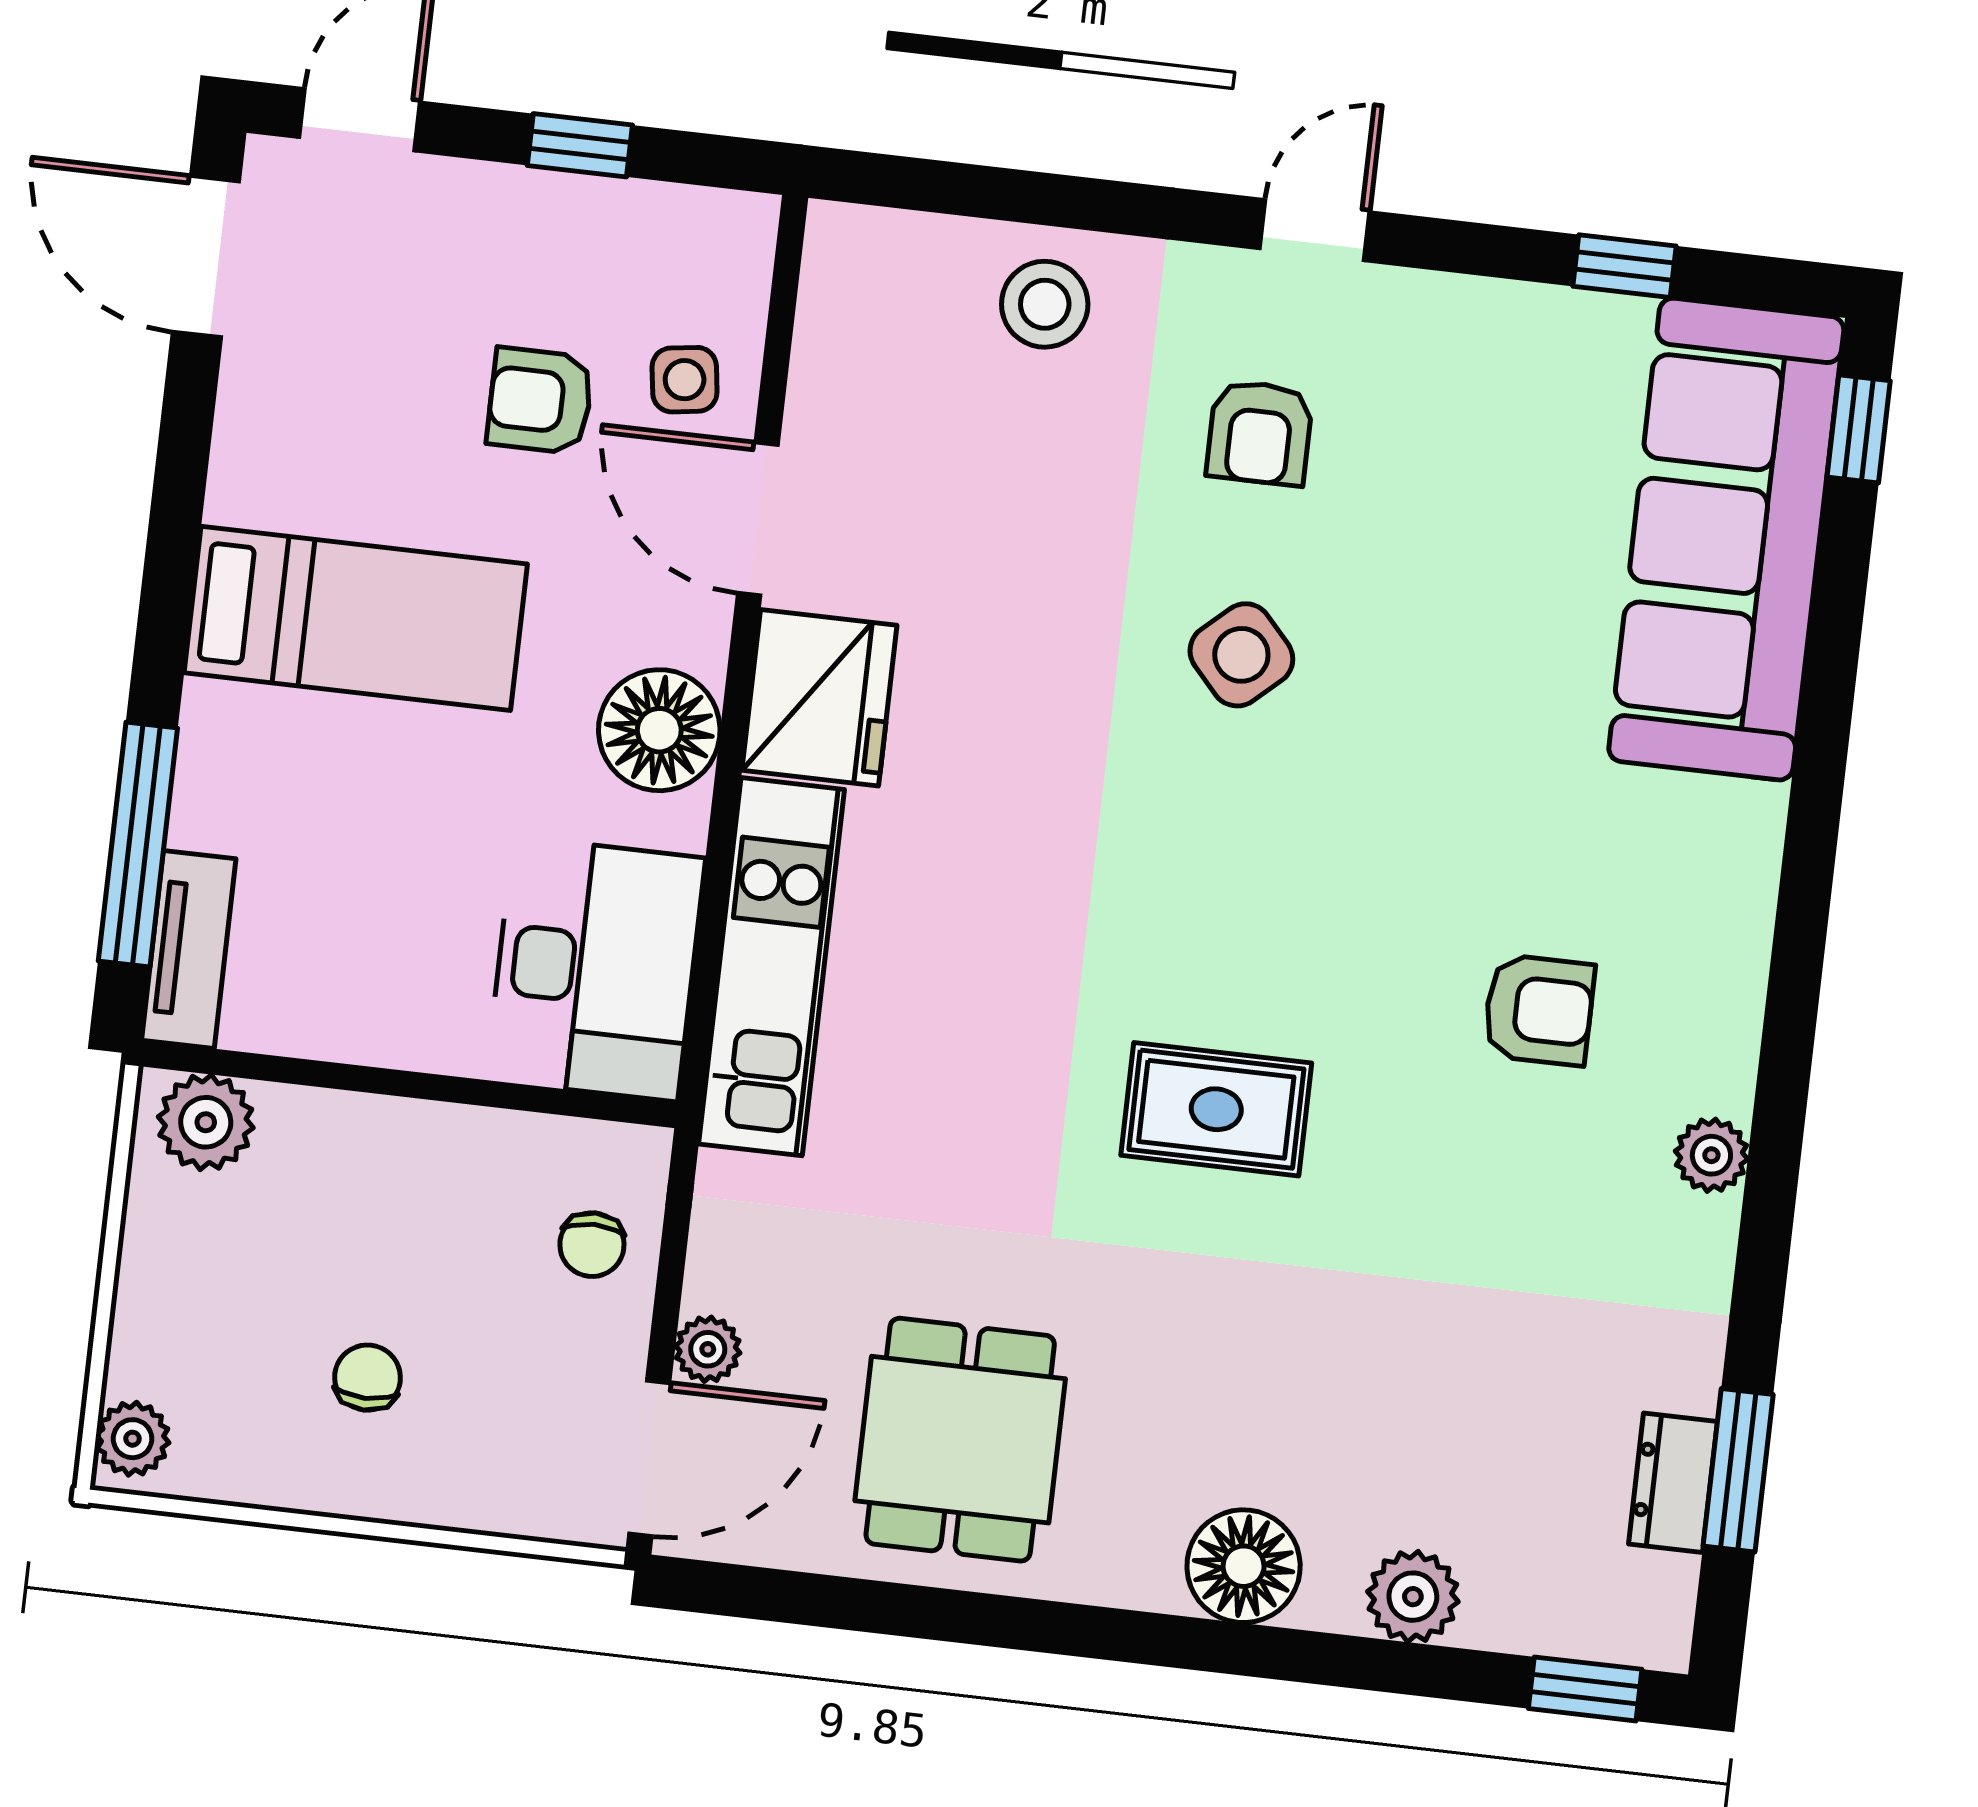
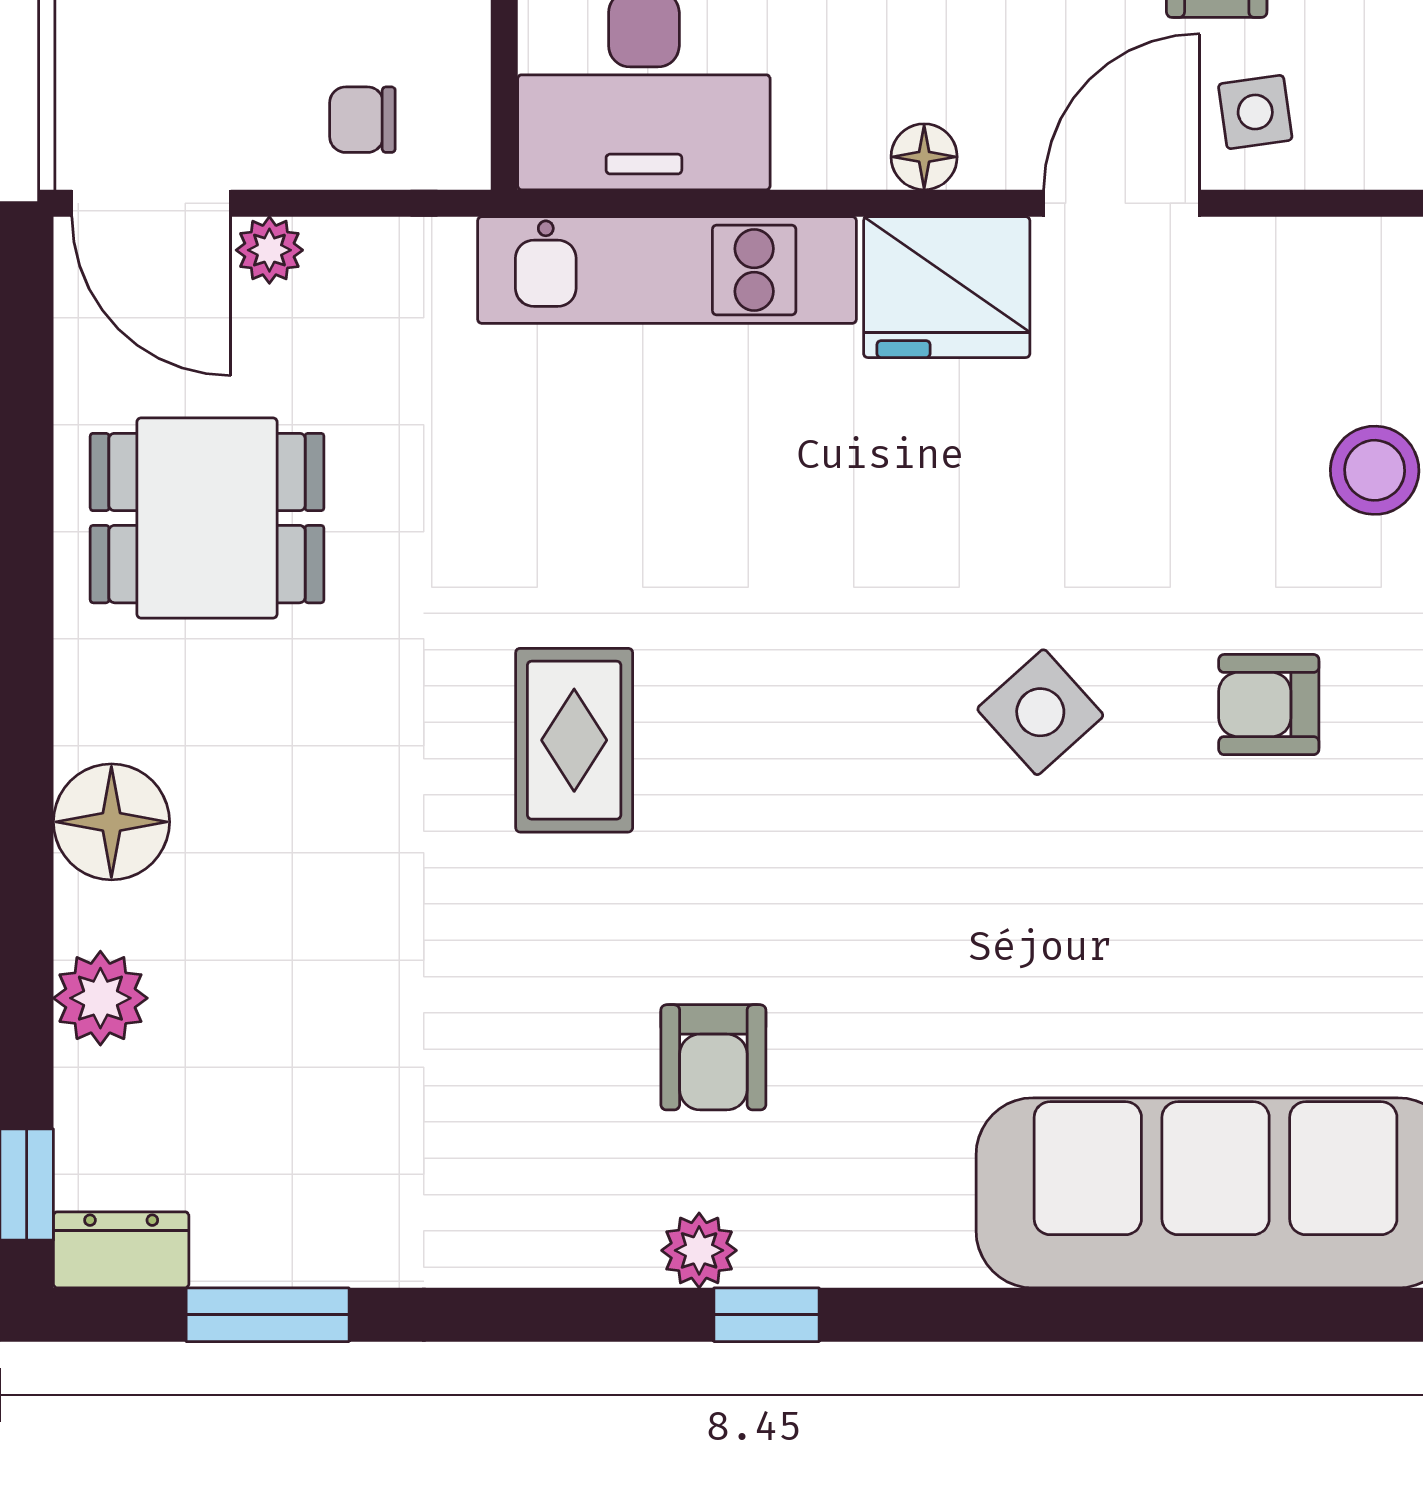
window: (1859, 429) -> (767, 1315), moved
floor lamp: (659, 730) -> (924, 157), width x0.53, depth x0.53
plant: (1711, 1155) -> (699, 1250), moved
dresser: (1673, 1483) -> (121, 1250), moved

